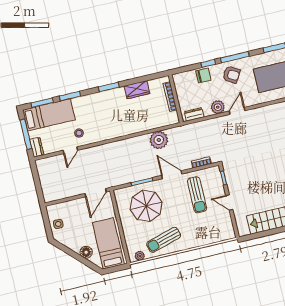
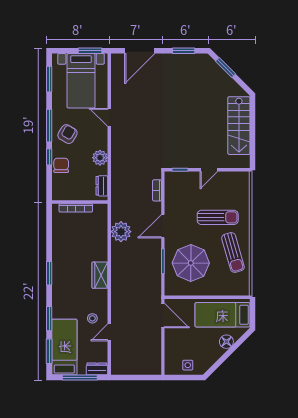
wardrobe: (137, 90) -> (100, 275), moved, turned 180
door: (237, 111) -> (109, 117), moved
door: (70, 150) -> (109, 332), swing flipped
sun lounger: (197, 195) -> (218, 217), moved
plant: (140, 256) -> (244, 283), removed

